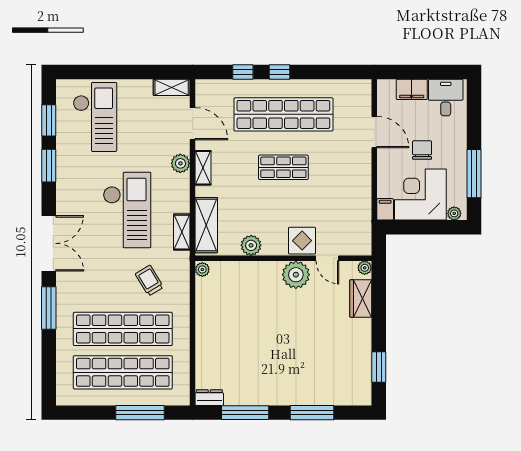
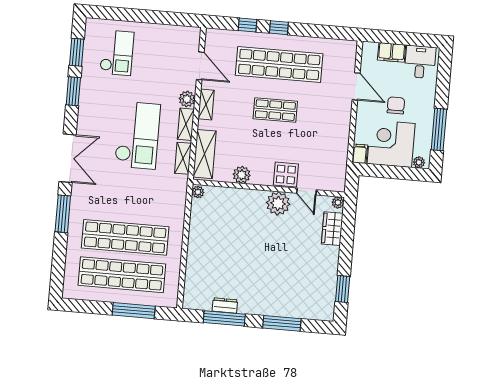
shelving: (172, 87) -> (186, 124), moved, turned 90
checkout: (95, 117) -> (117, 53), width x0.73, depth x0.83
trolley: (149, 281) -> (152, 198), removed
dresser: (209, 398) -> (225, 305), moved

